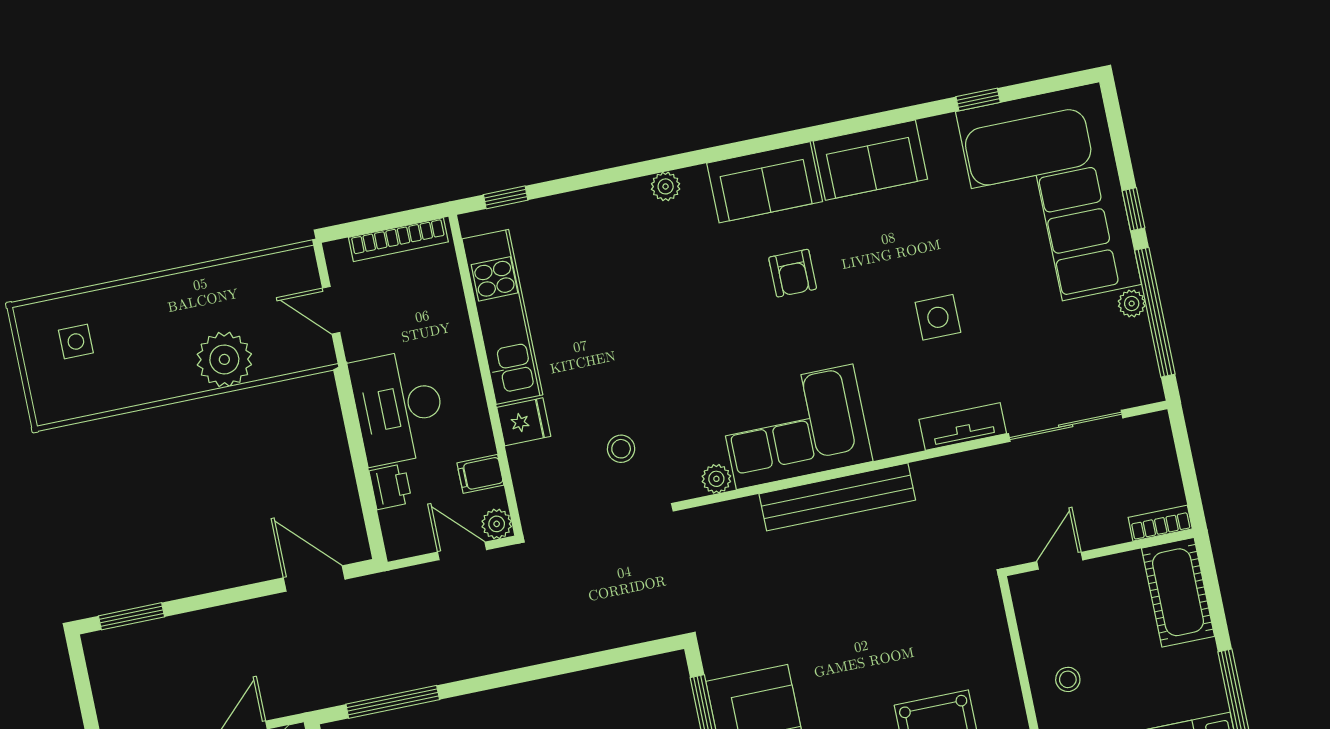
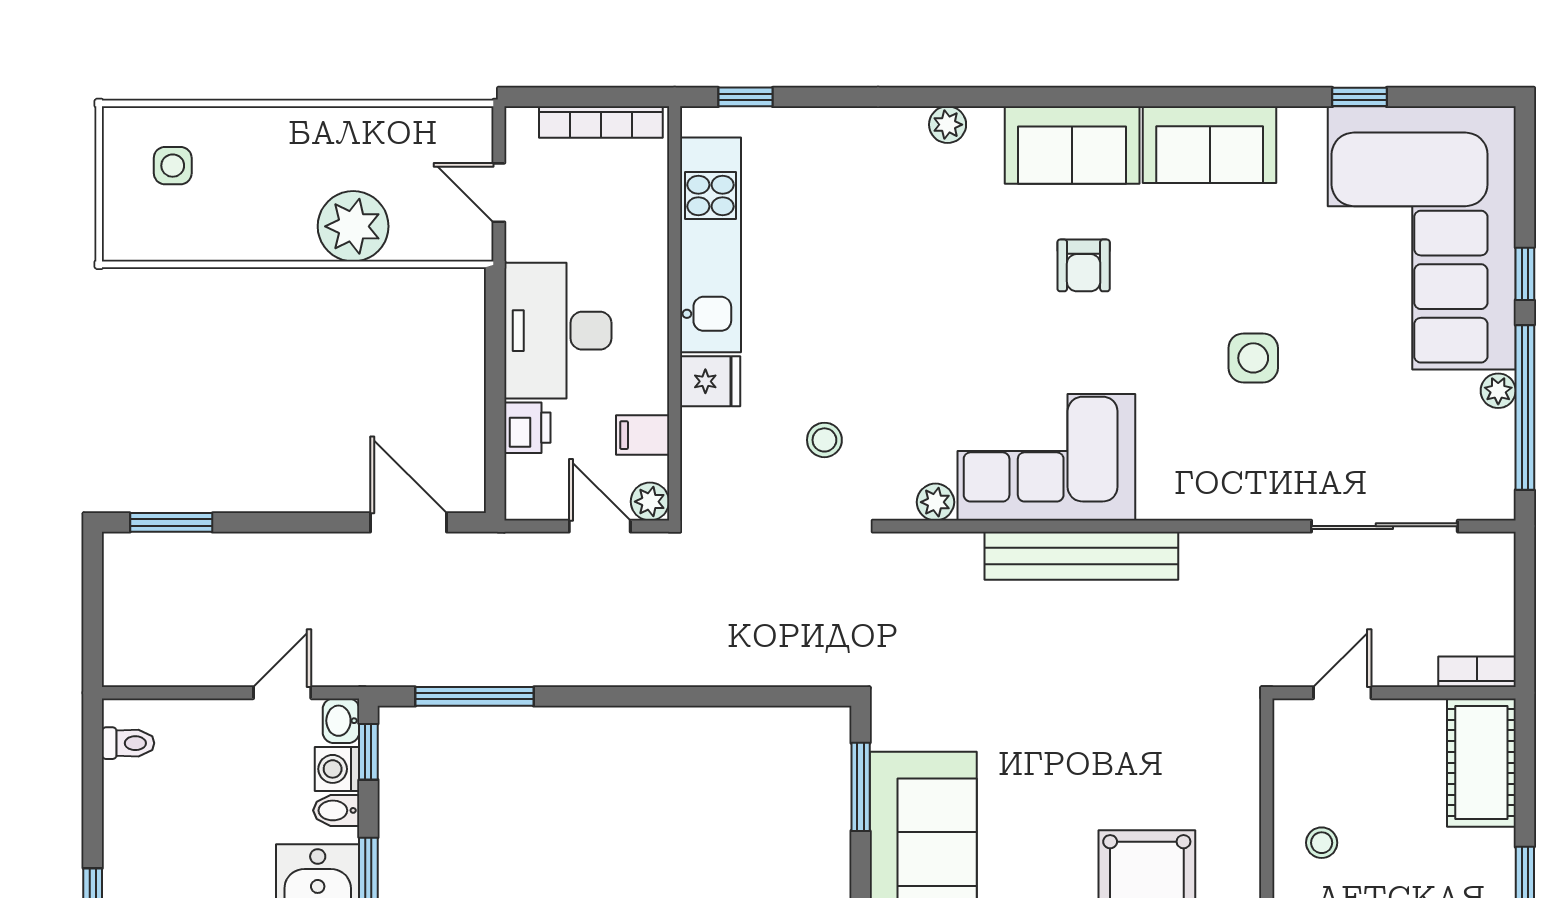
tv unit: (963, 427) -> (1256, 500), removed

